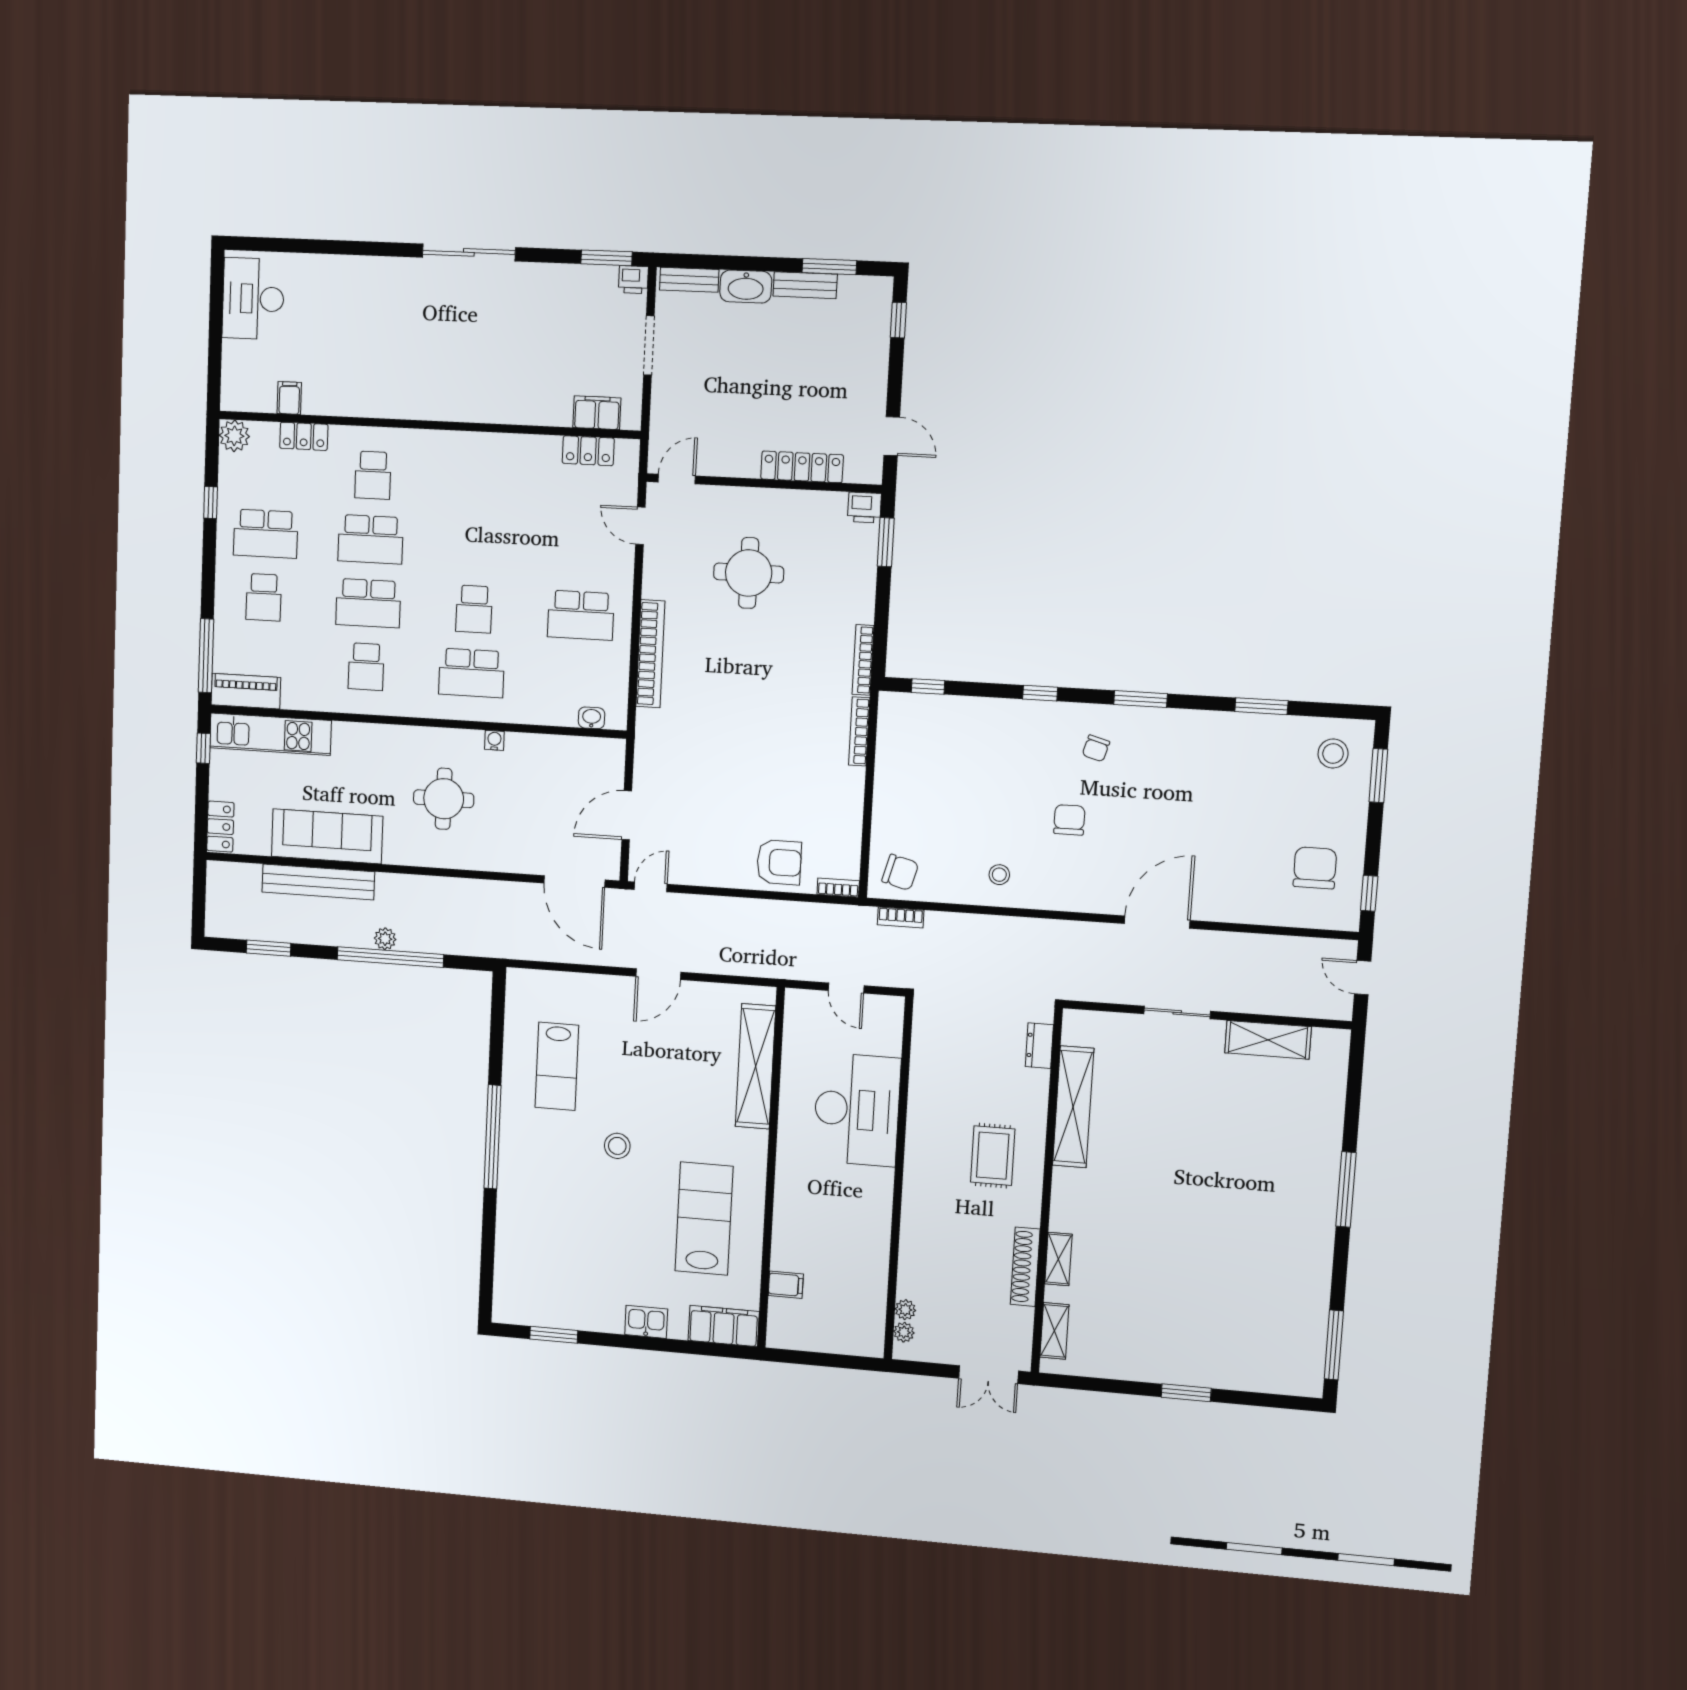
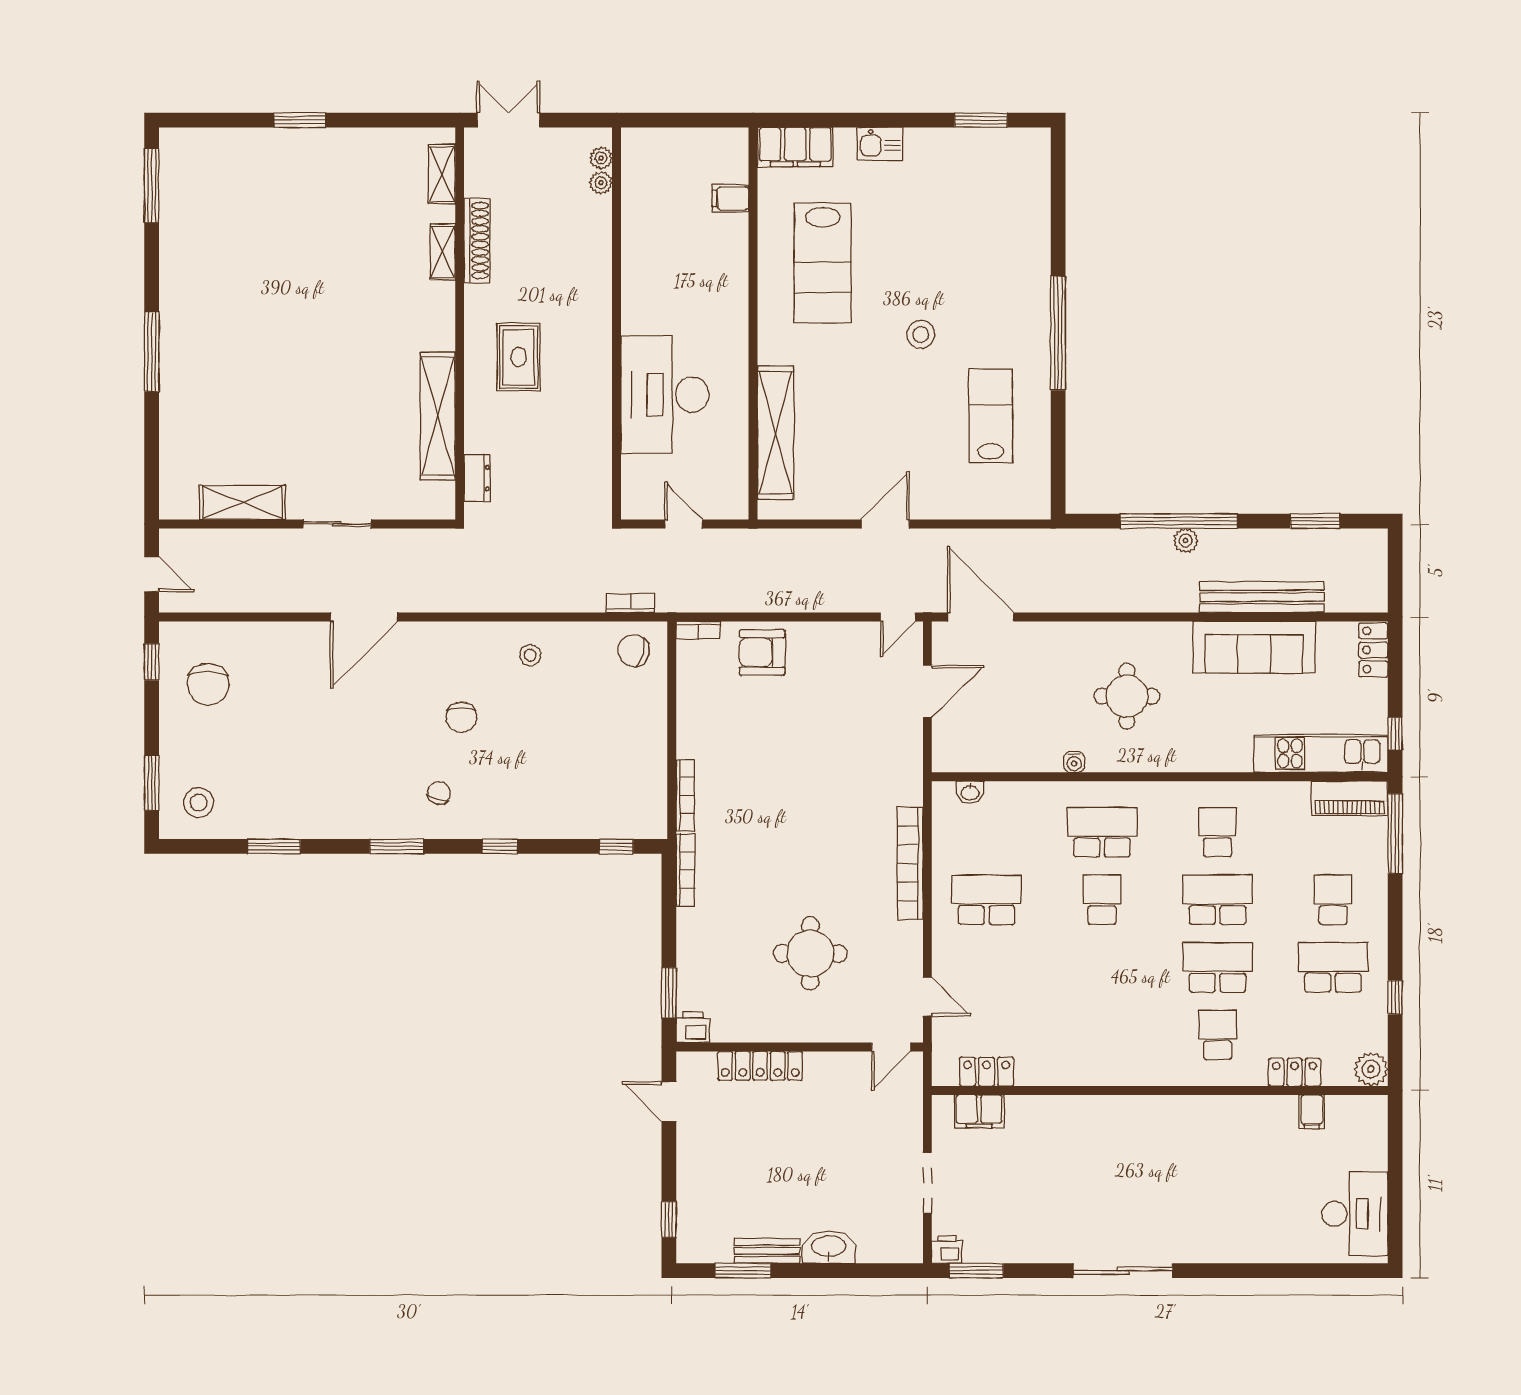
bench: (689, 280) -> (888, 1252), removed

